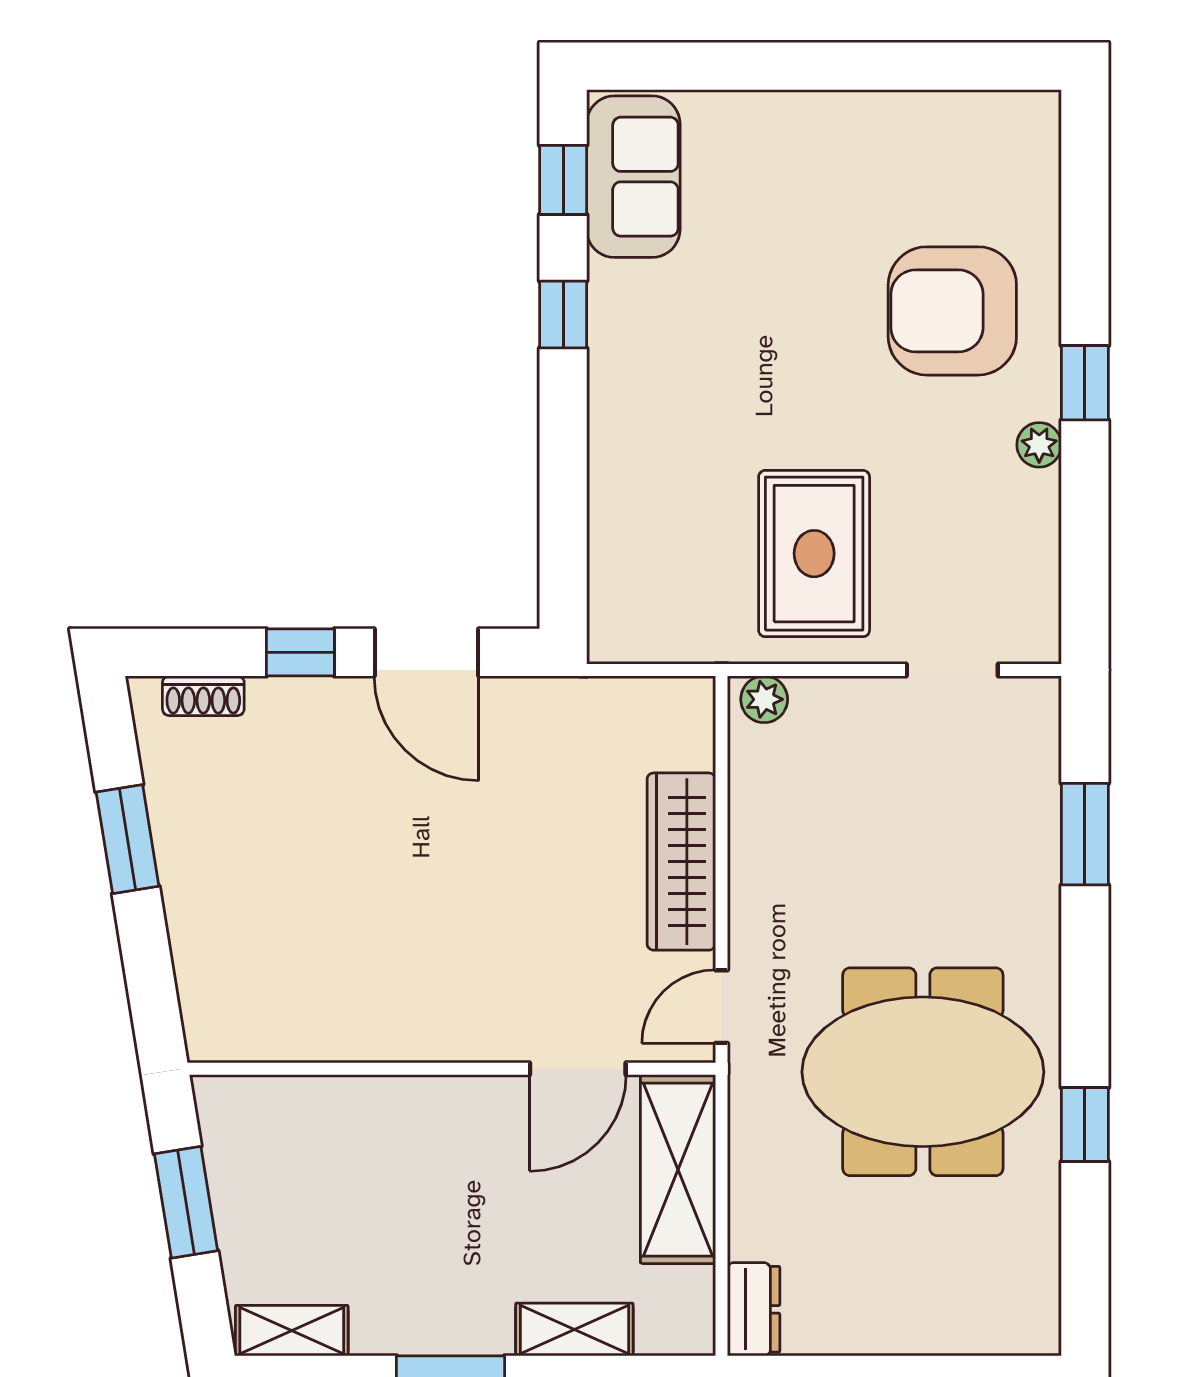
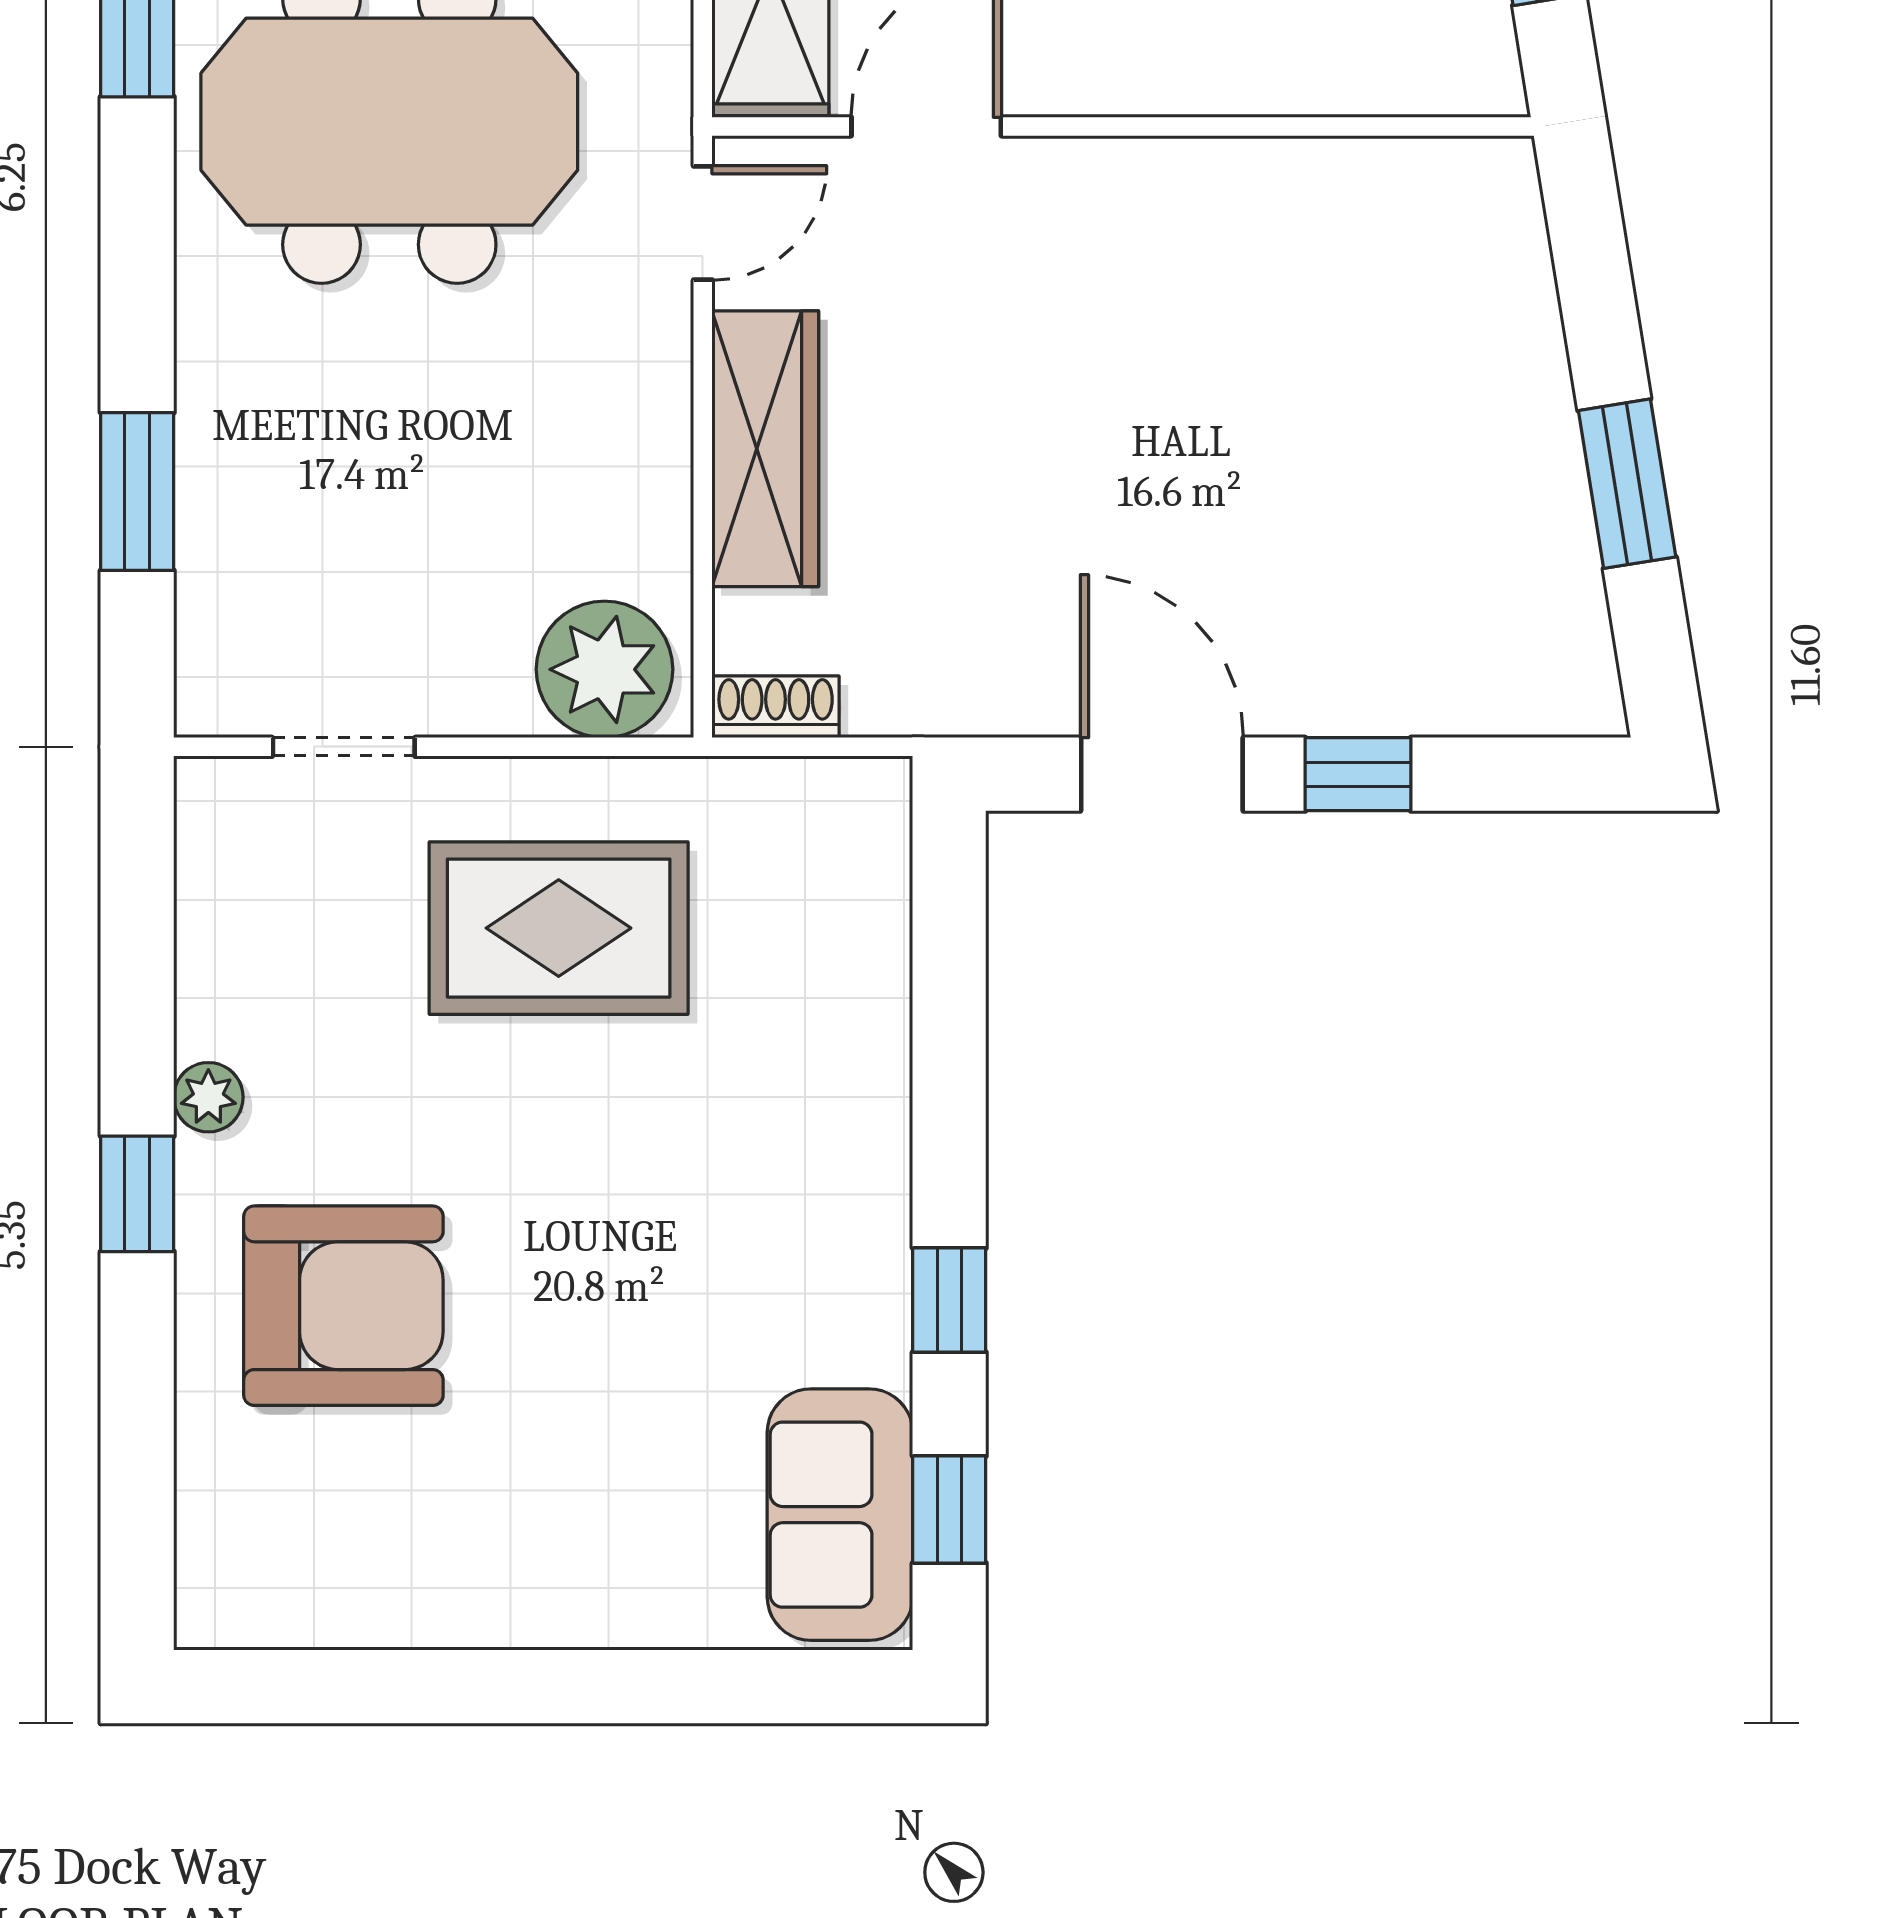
rug: (814, 554) -> (559, 928), turned 90
shoe rack: (203, 696) -> (776, 707), moved
plant: (764, 699) -> (604, 669), width x1.87, depth x1.87

